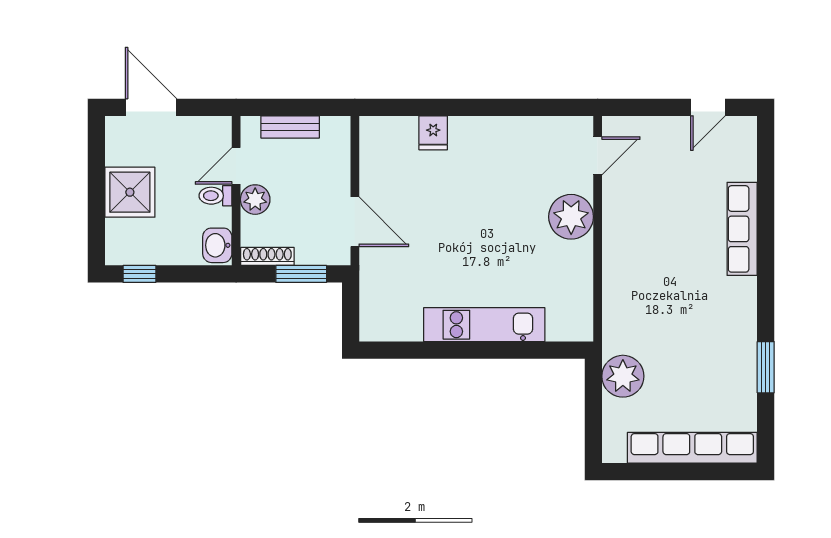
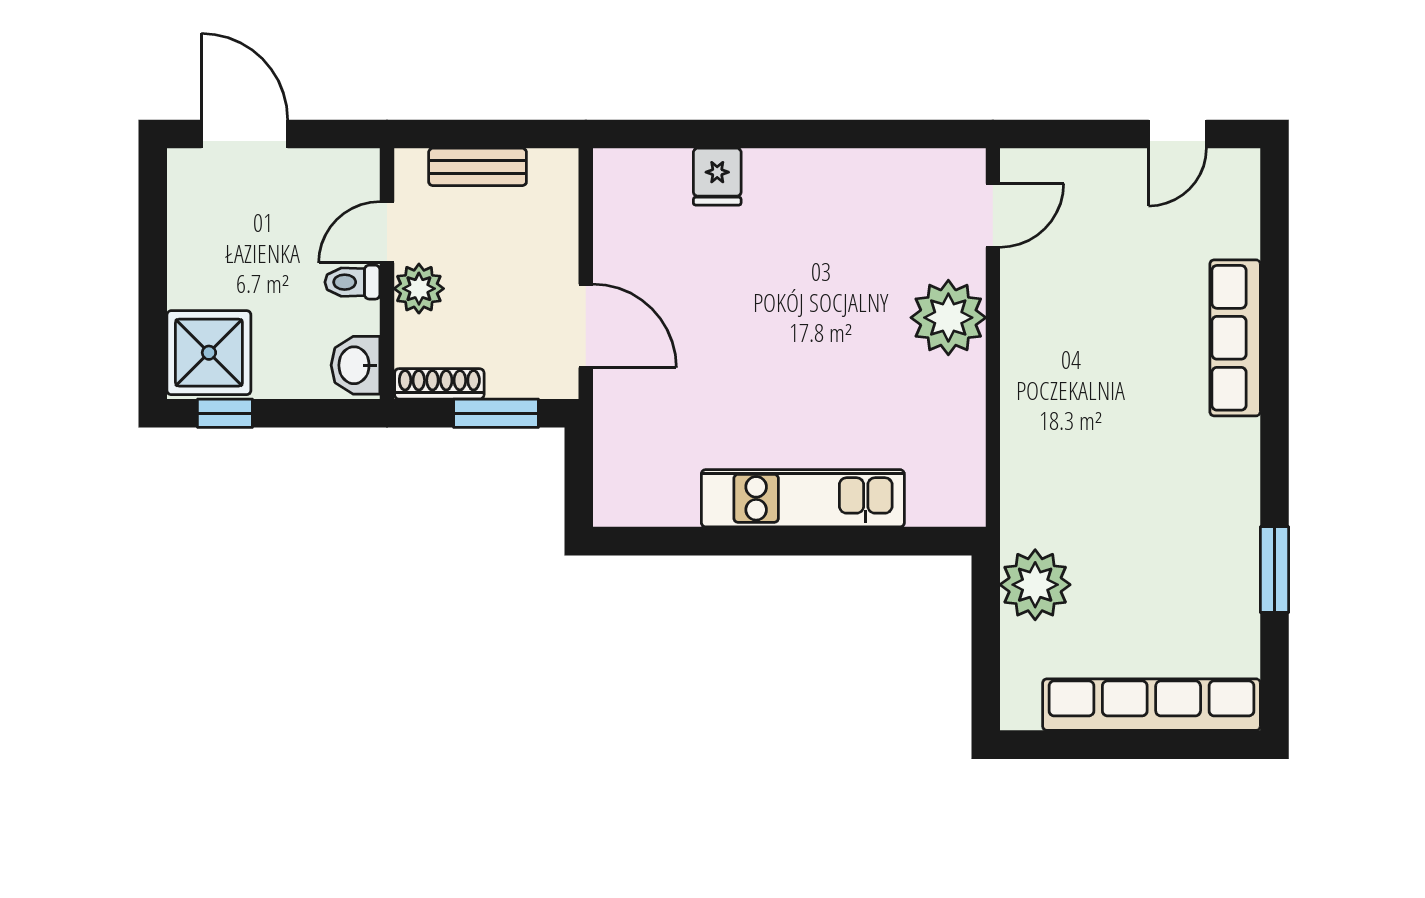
shower: (130, 192) -> (209, 353), moved

